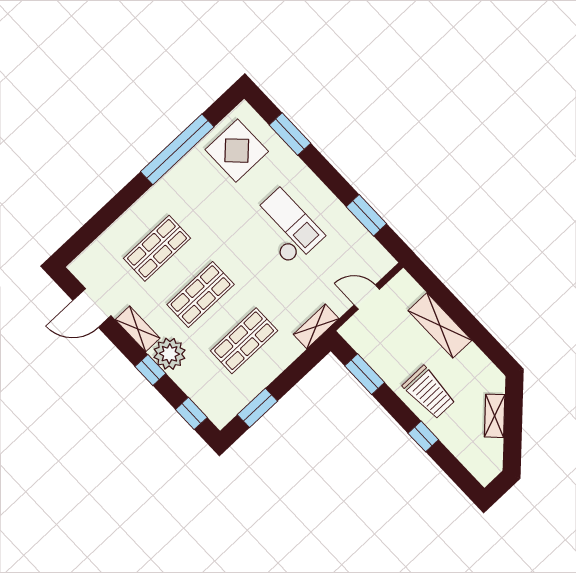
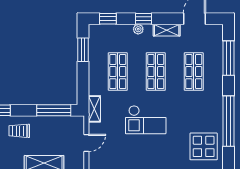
window: (101, 222) -> (229, 58), added
checkout: (286, 227) -> (146, 120), moved
plant: (169, 354) -> (138, 29), width x0.53, depth x0.53
window: (365, 374) -> (54, 110), width x1.44
trolley: (429, 393) -> (19, 131), width x0.73, depth x0.72

